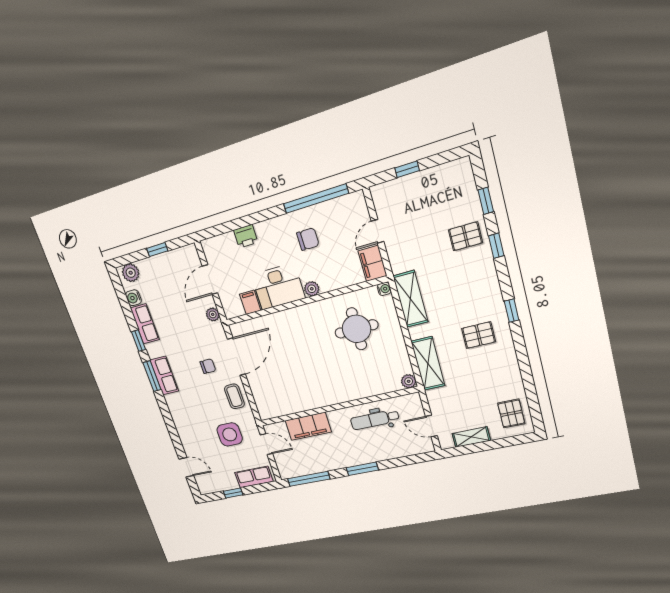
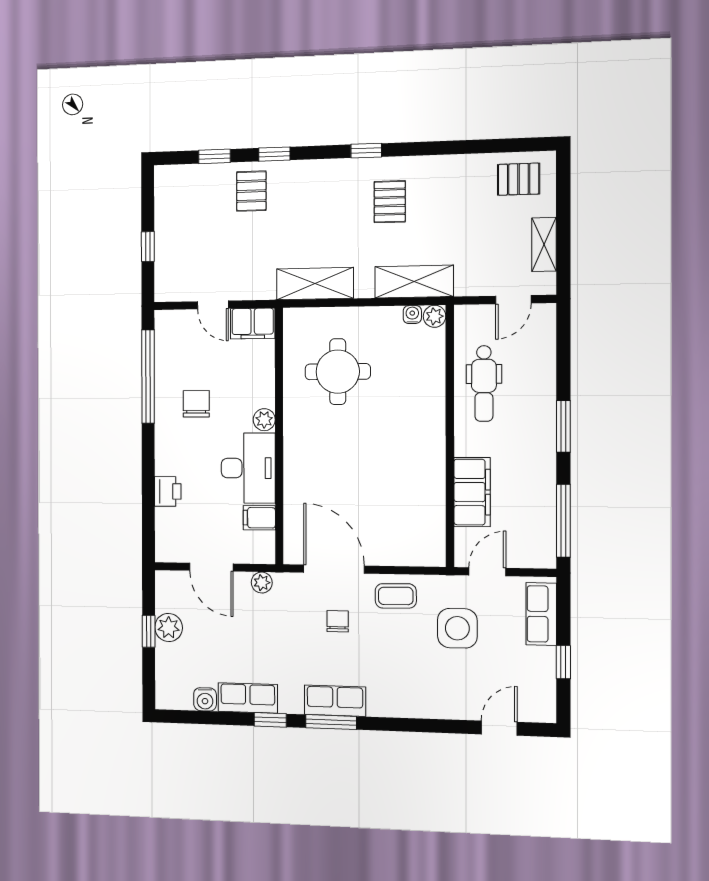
plant: (131, 273) -> (169, 627), moved
water cooler: (384, 289) -> (412, 315), moved

